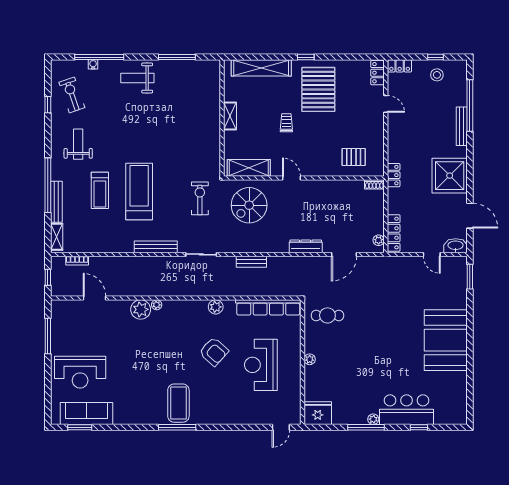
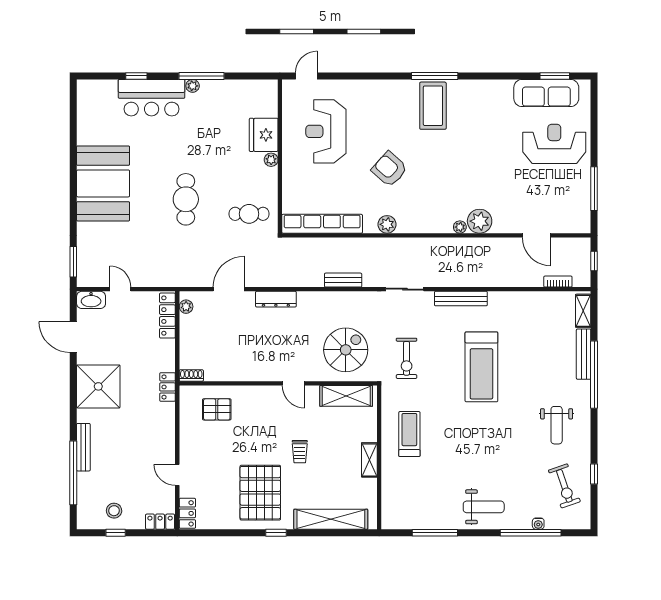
treadmill: (100, 190) -> (409, 434), moved
cafe table: (379, 327) -> (186, 199), added
reception desk: (261, 365) -> (326, 131), moved, turned 180
fridge: (318, 413) -> (264, 135), moved, turned 90

